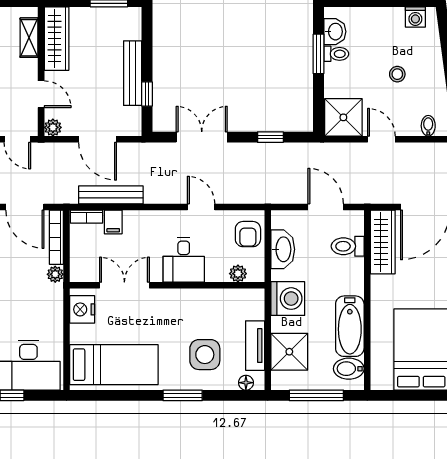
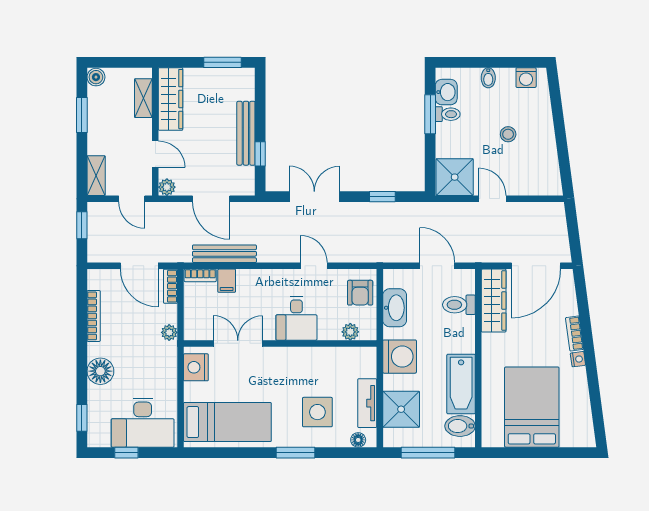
bidet: (428, 126) -> (488, 78), moved, turned 180
bookcase: (56, 237) -> (170, 286), width x0.64

